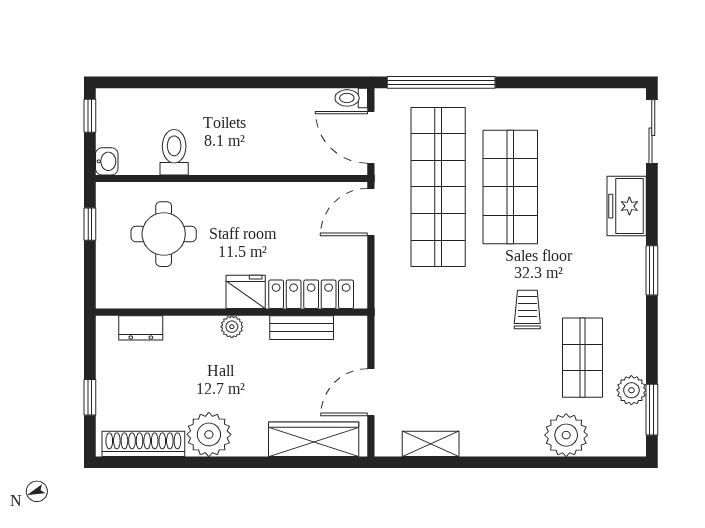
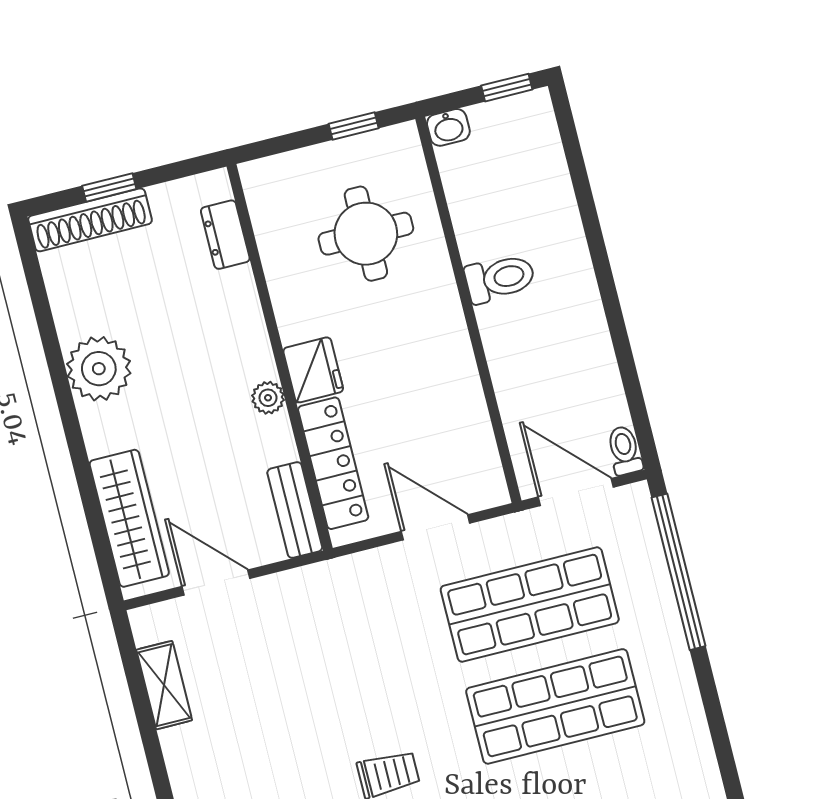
door: (371, 137) -> (576, 492), hinge flipped
toilet: (174, 152) -> (500, 278), moved
shop shelf: (438, 187) -> (530, 605), width x0.71
door: (371, 212) -> (436, 527), moved
plant: (232, 327) -> (268, 398), moved
bench: (302, 328) -> (295, 510), moved
shoe rack: (143, 444) -> (90, 220), moved, turned 90

